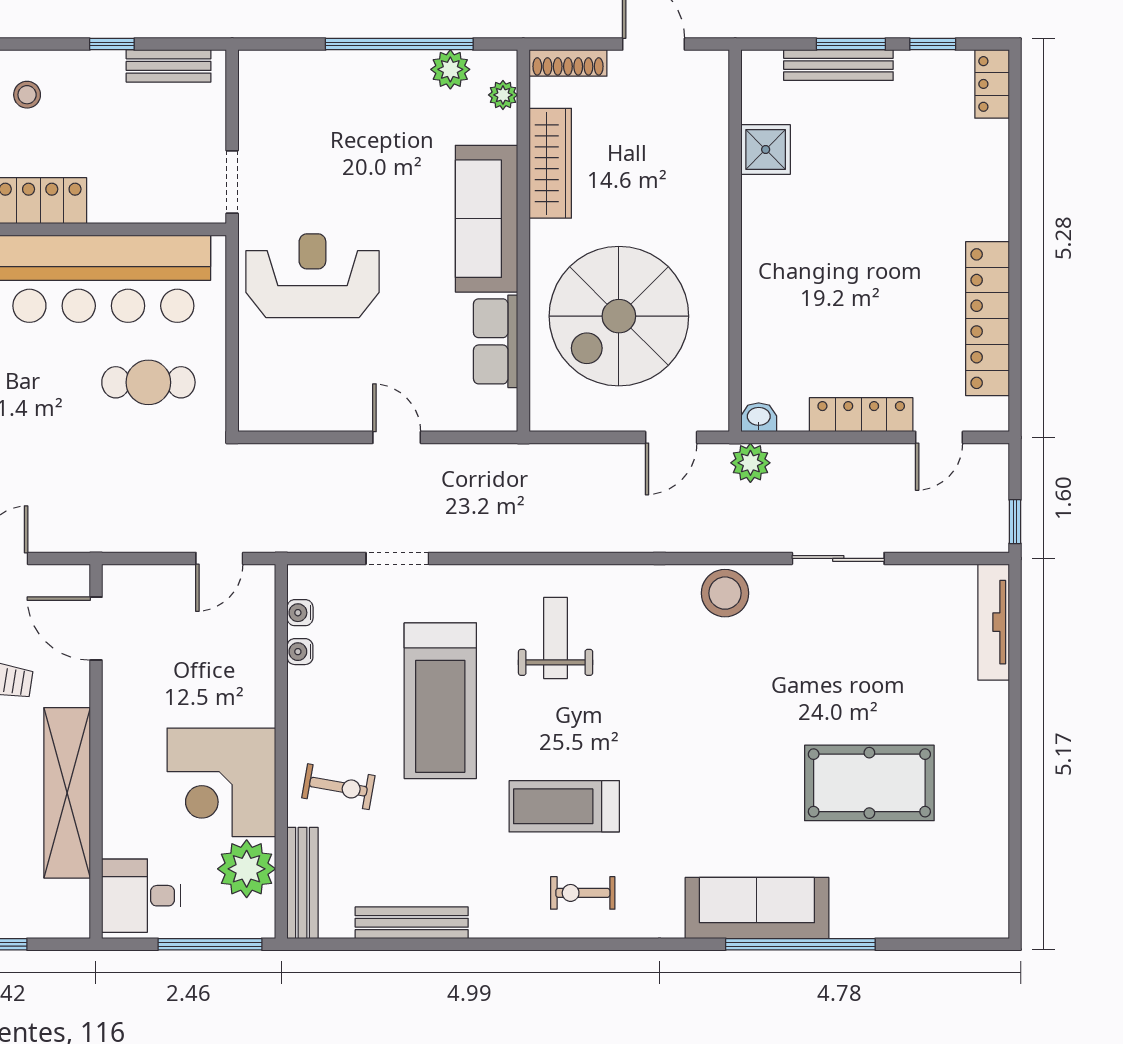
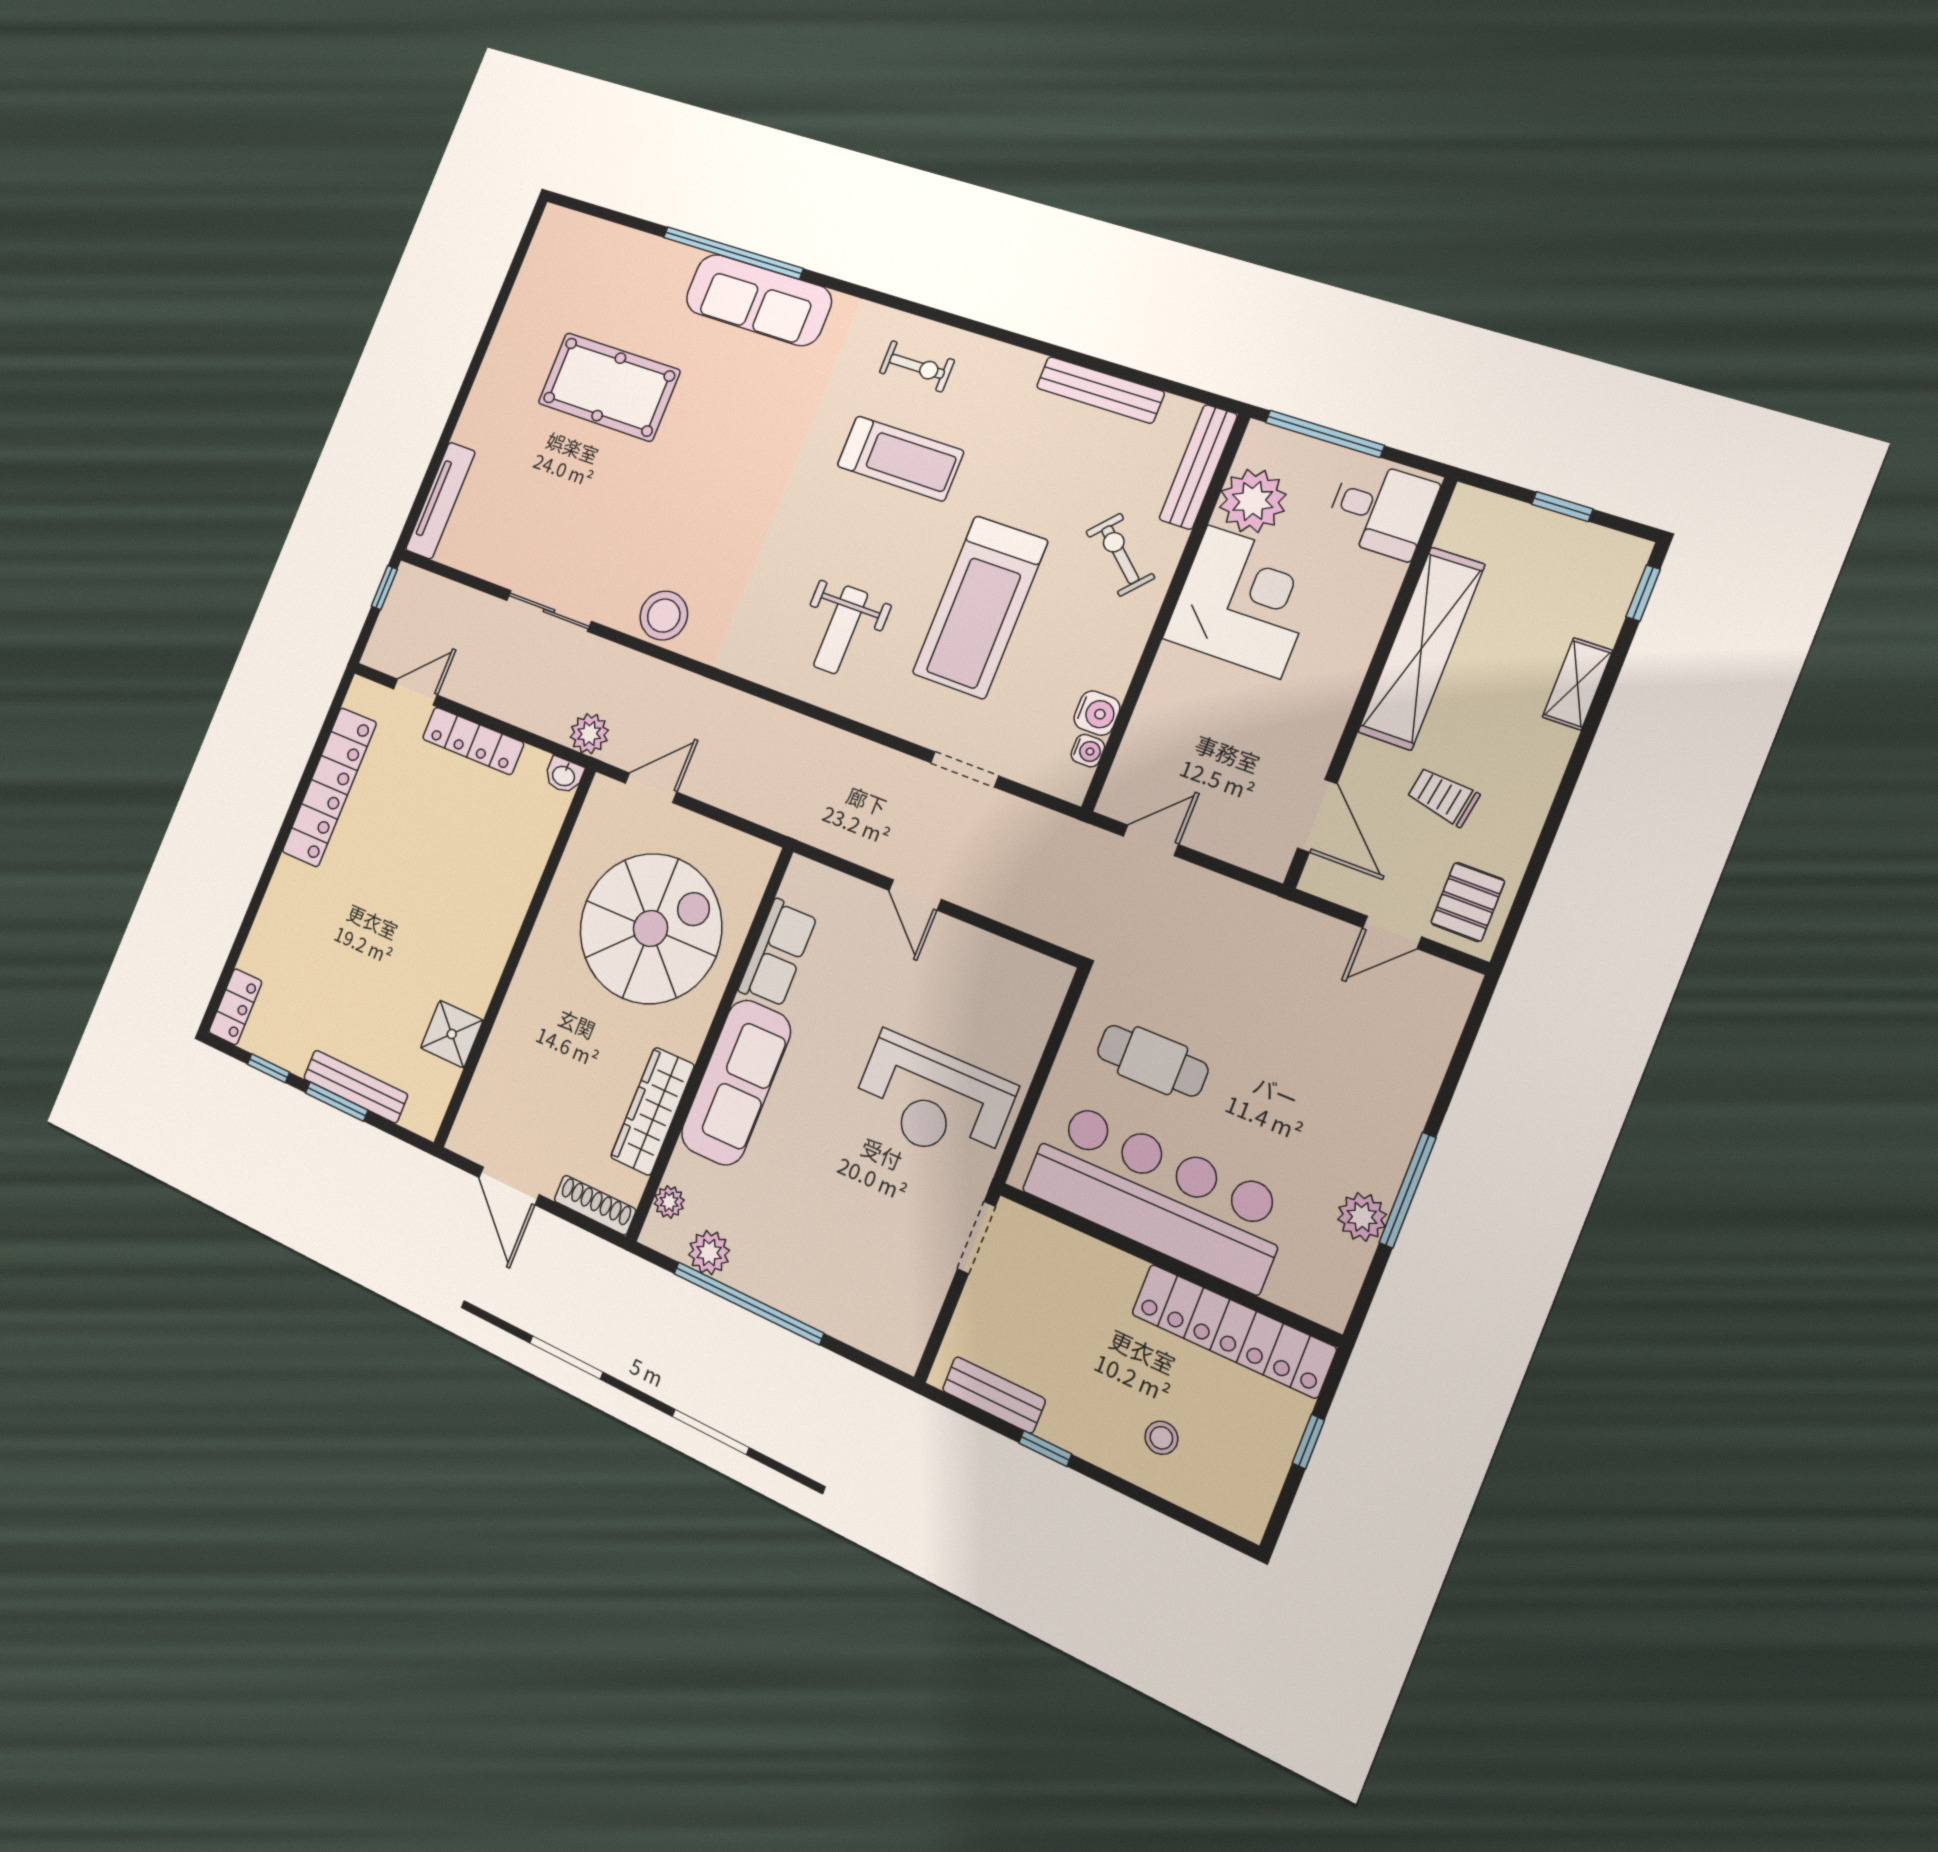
water cooler: (300, 652) -> (1097, 713), width x1.38, depth x1.38
treadmill: (440, 701) -> (980, 607), turned 180
exercise bike: (338, 787) -> (1120, 555), turned 32

